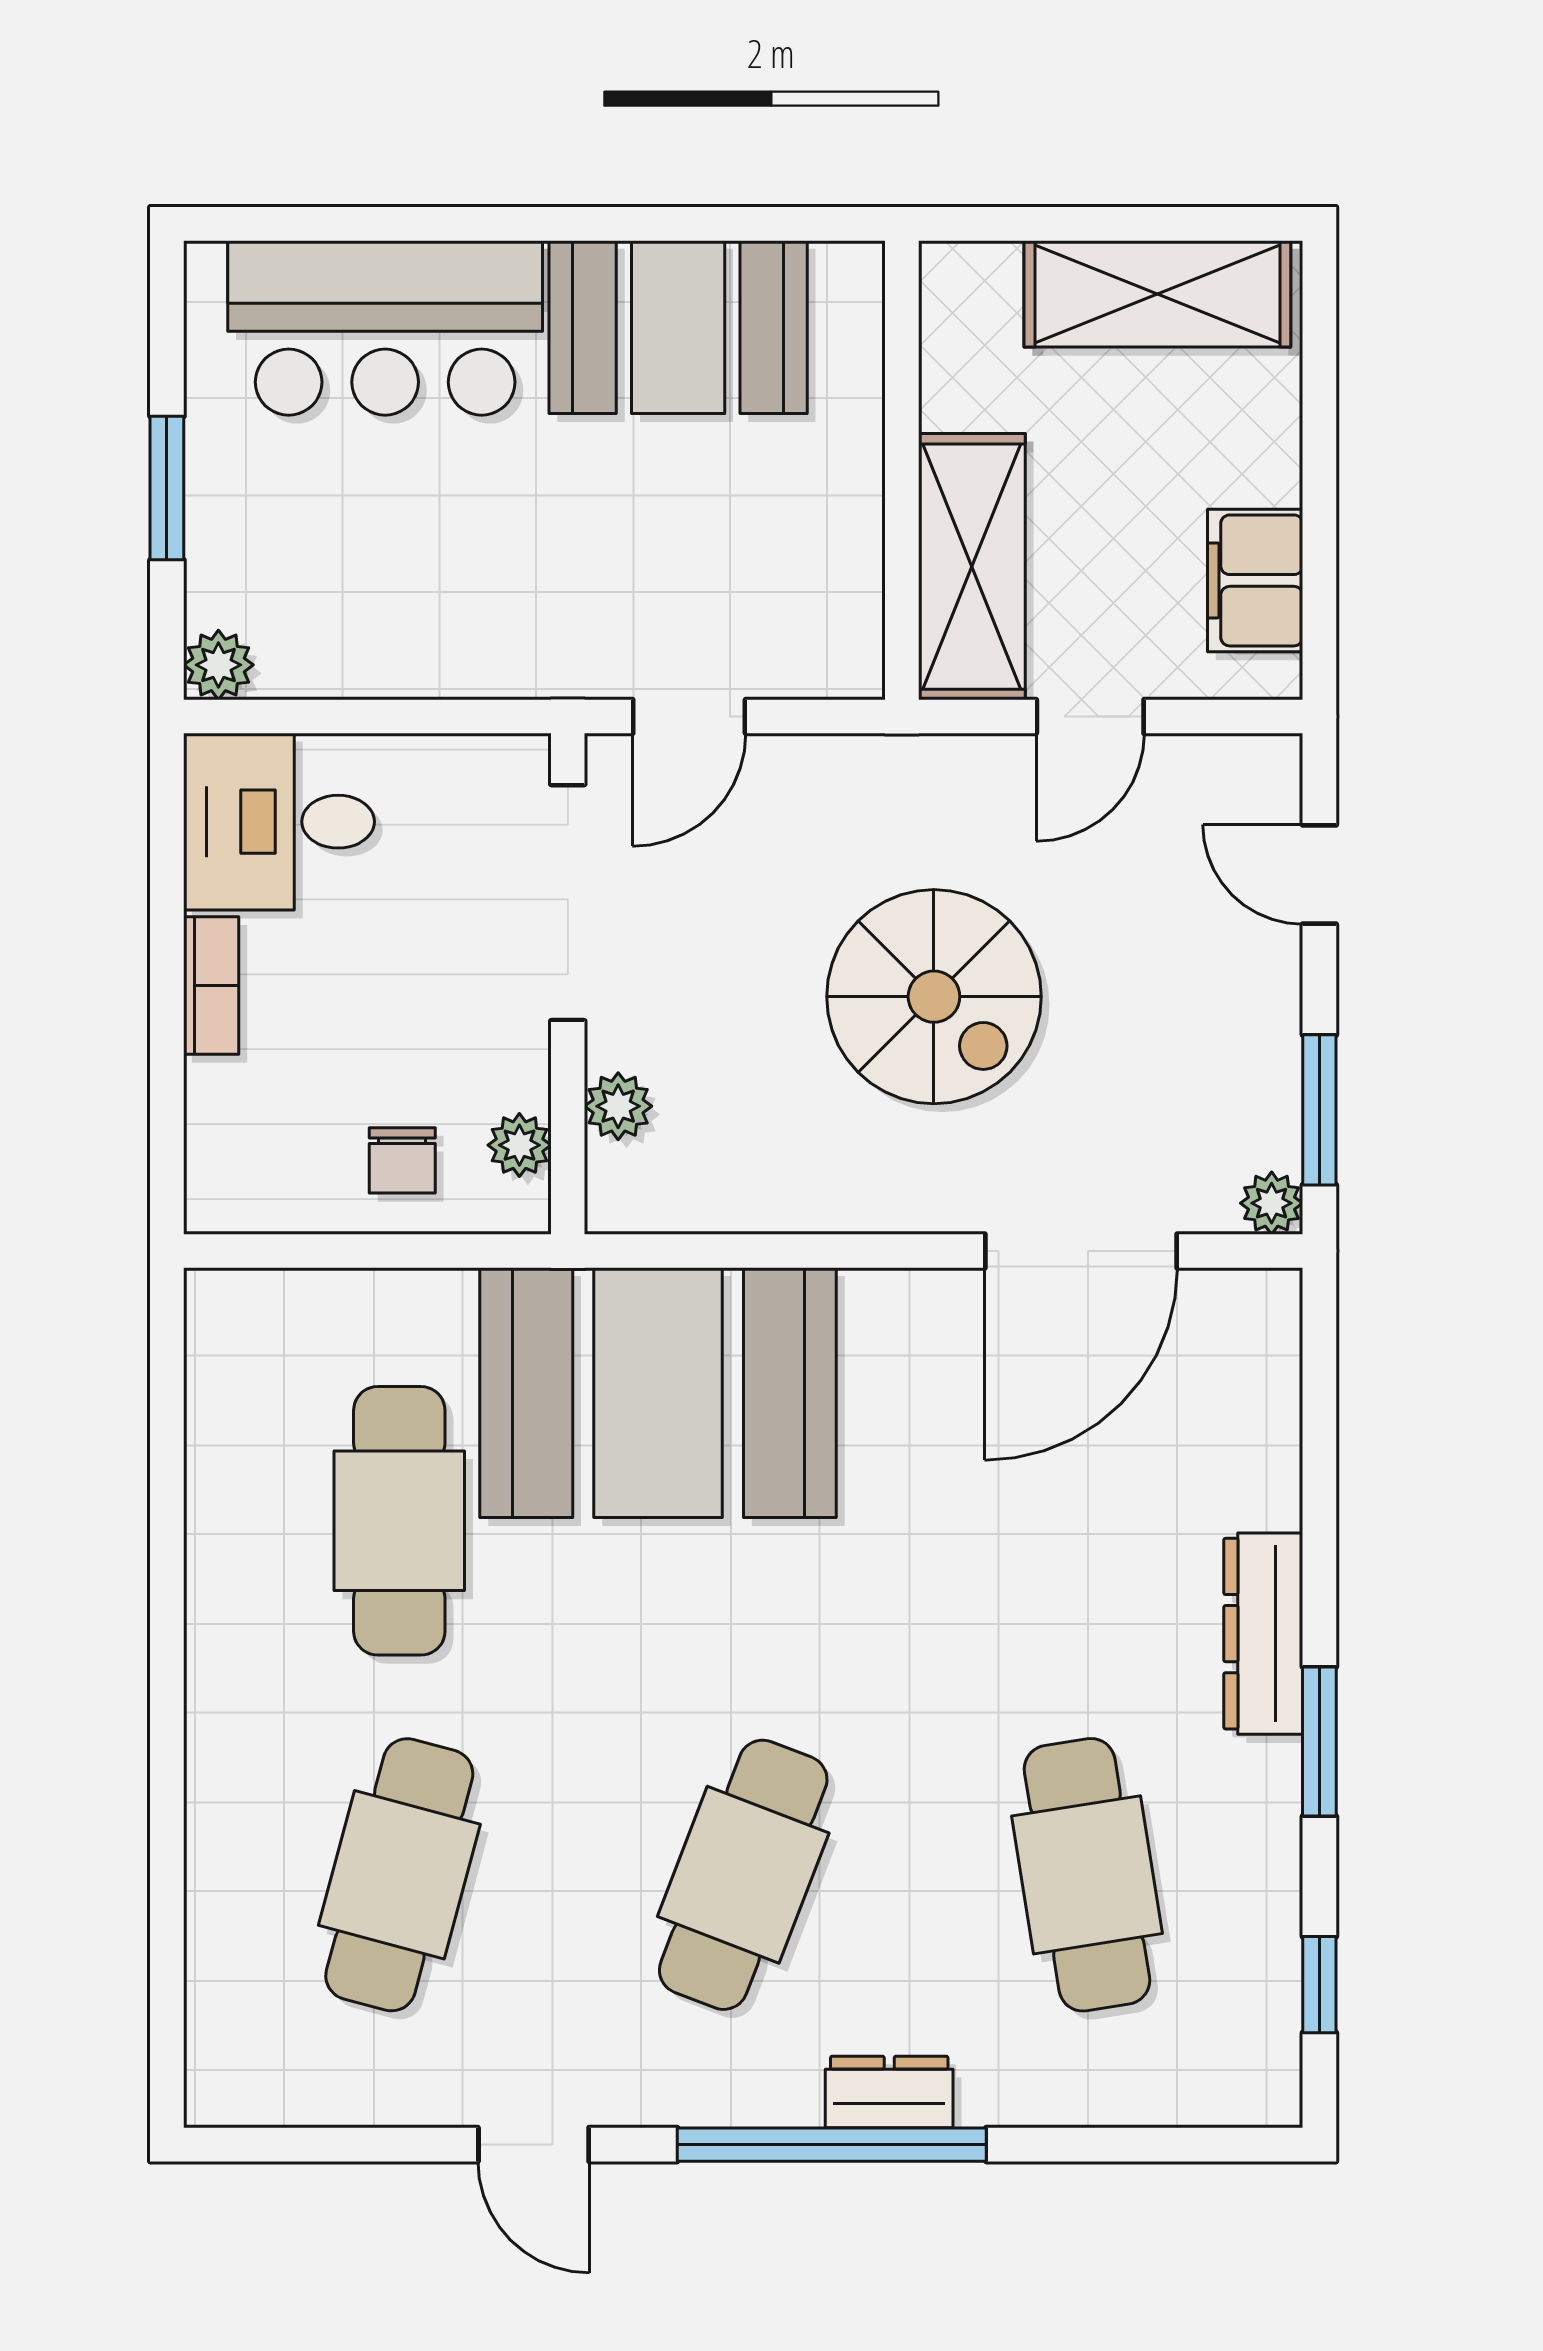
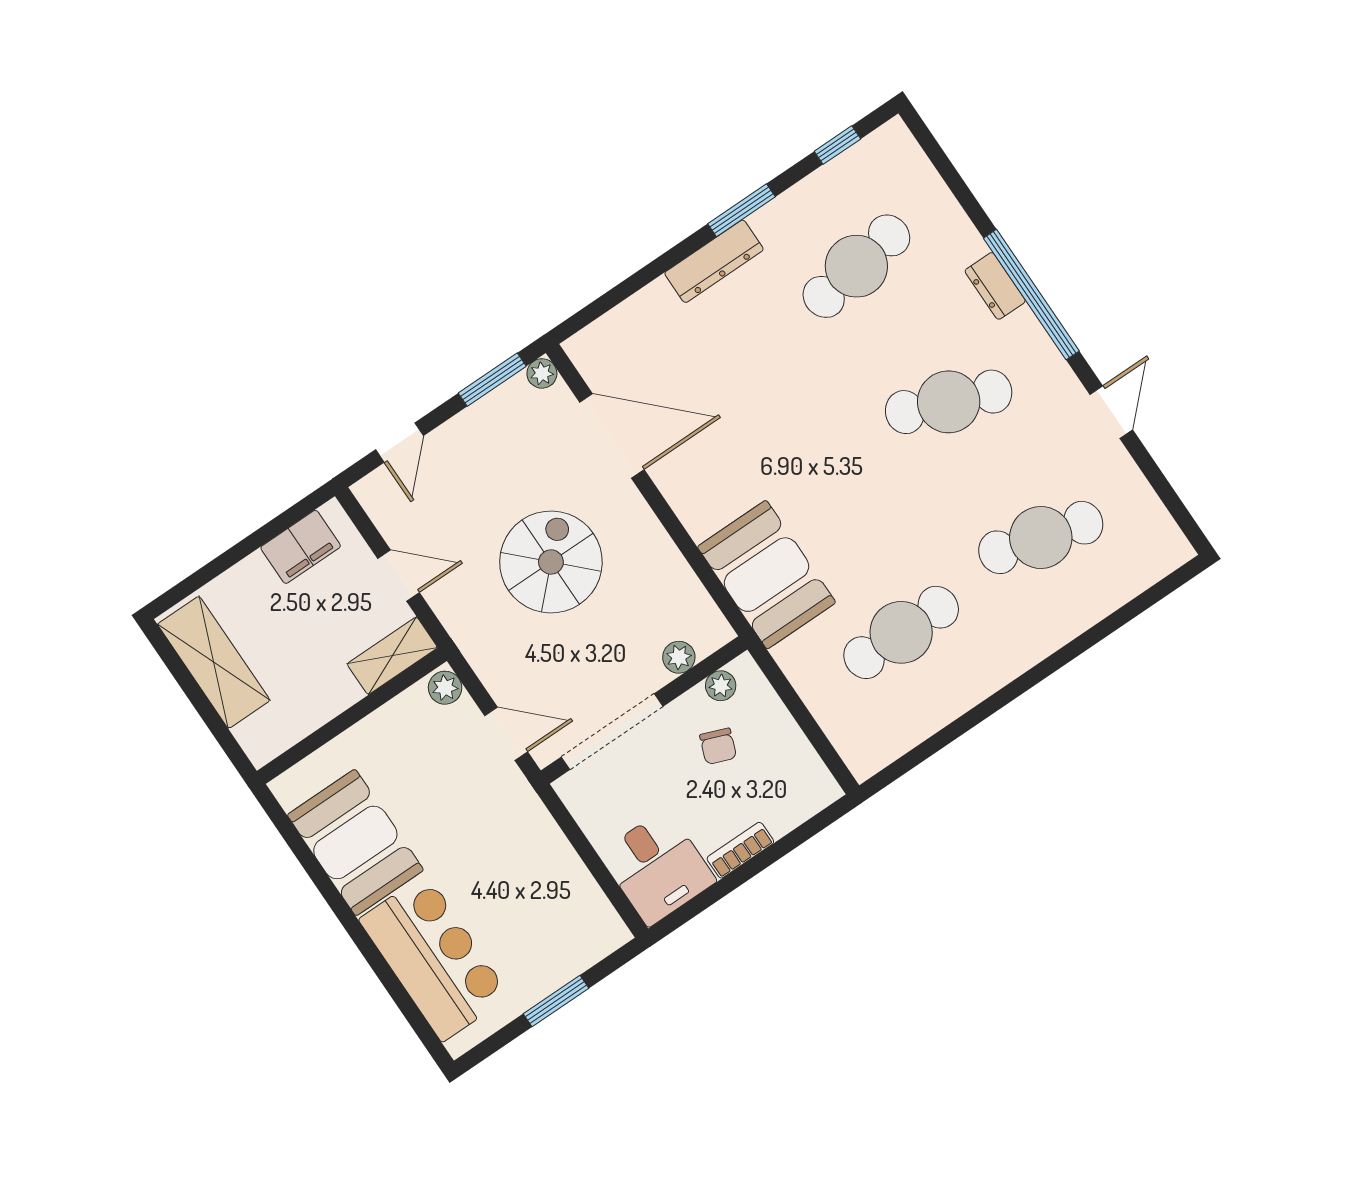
shelving: (972, 567) -> (392, 656), width x0.67, depth x0.75
plant: (218, 665) -> (445, 688), moved
chair: (402, 1160) -> (718, 746), moved, turned 111
booth: (658, 1393) -> (767, 575), width x0.73, depth x0.70

